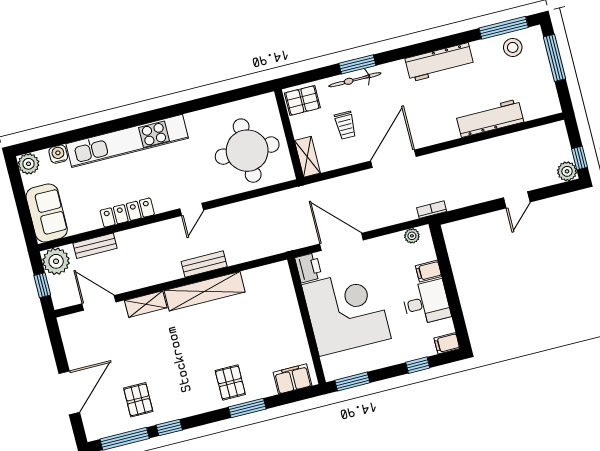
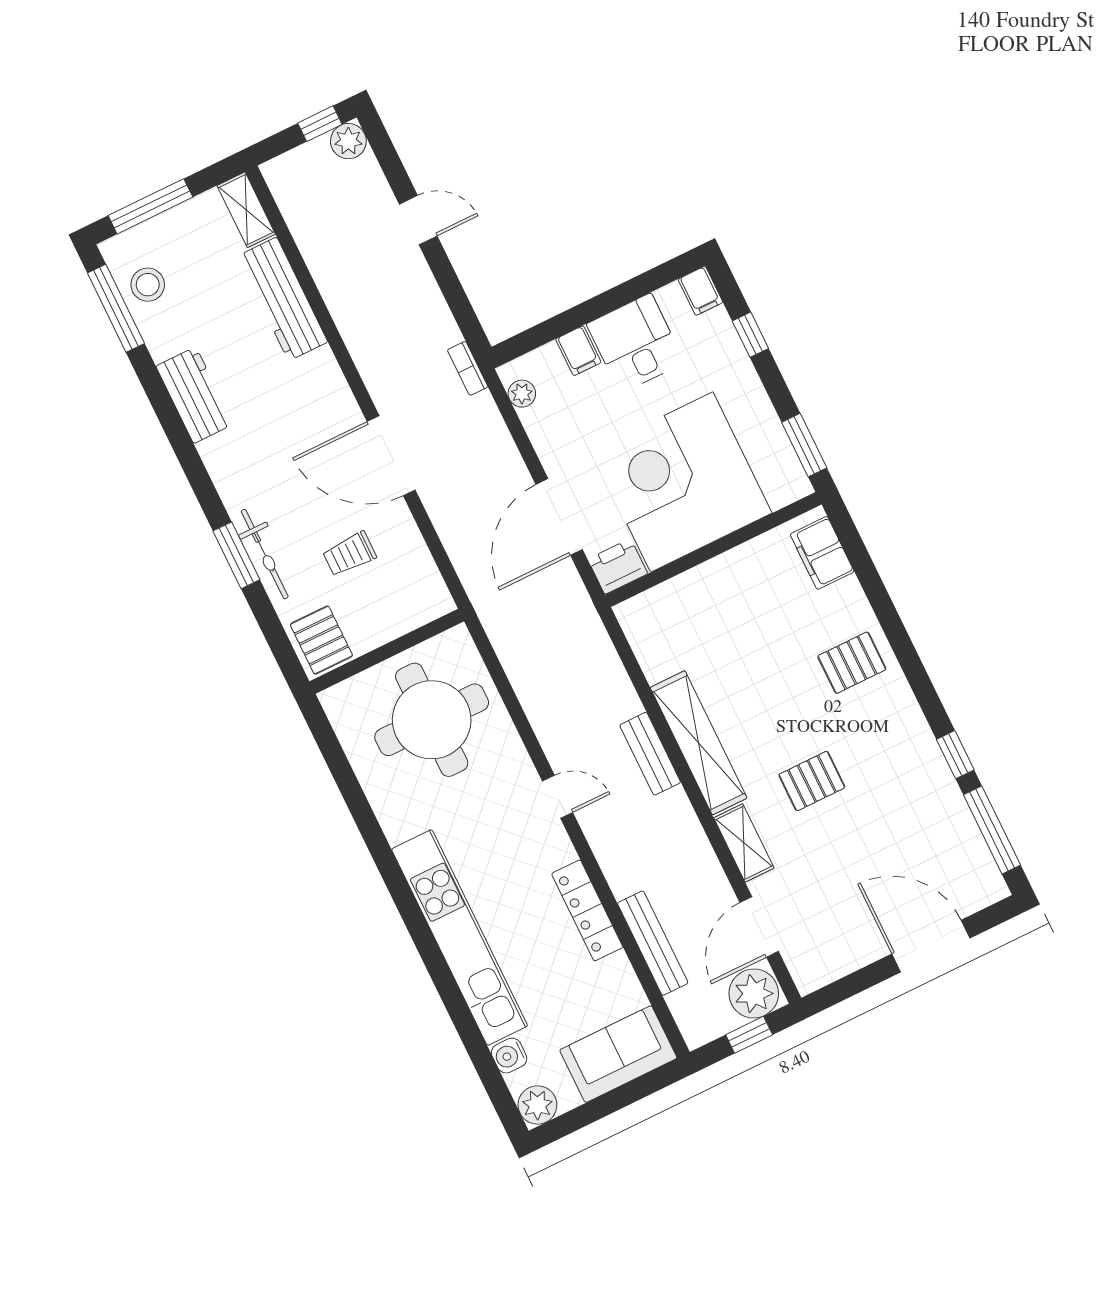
workbench: (439, 62) -> (195, 395), width x0.73
trolley: (345, 125) -> (349, 554), turned 180
shelving: (307, 157) -> (246, 210), moved, turned 90
bench: (95, 246) -> (653, 943), width x1.36
plant: (56, 261) -> (754, 994), moved
pallet: (138, 400) -> (812, 781), moved
window: (247, 408) -> (891, 623), removed

